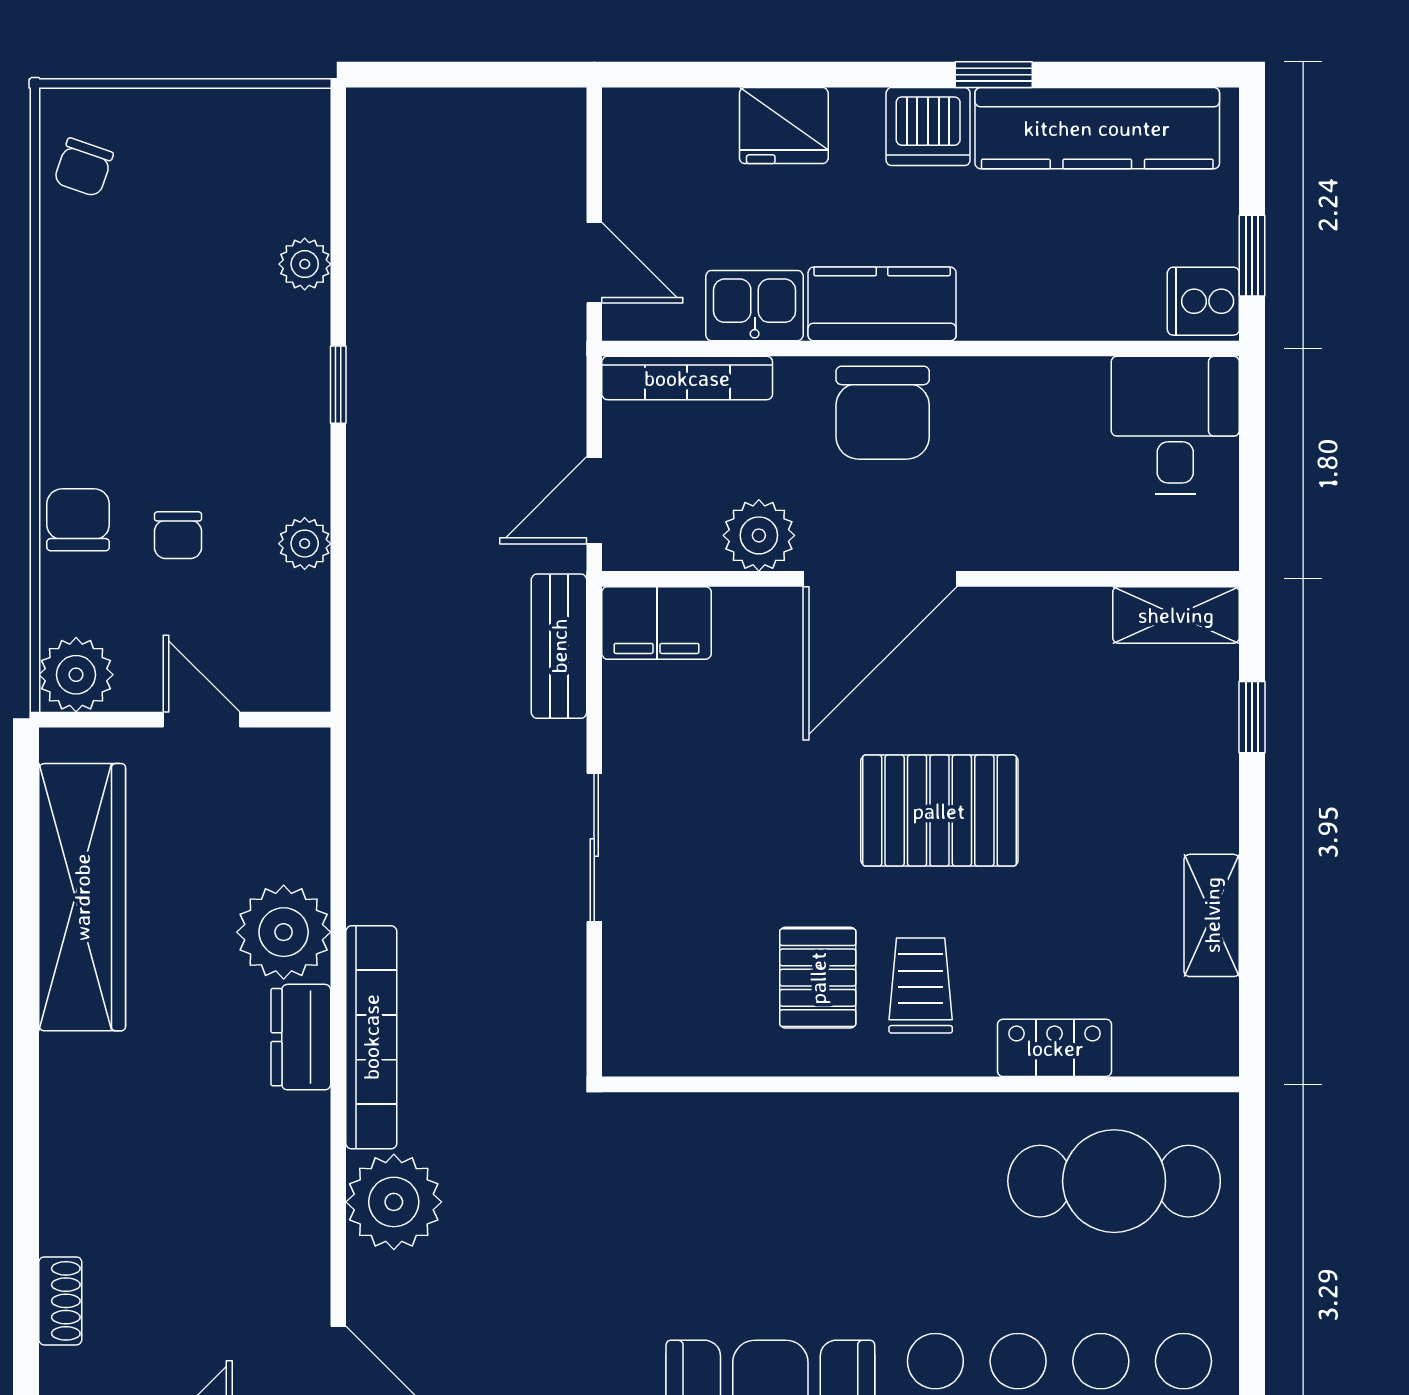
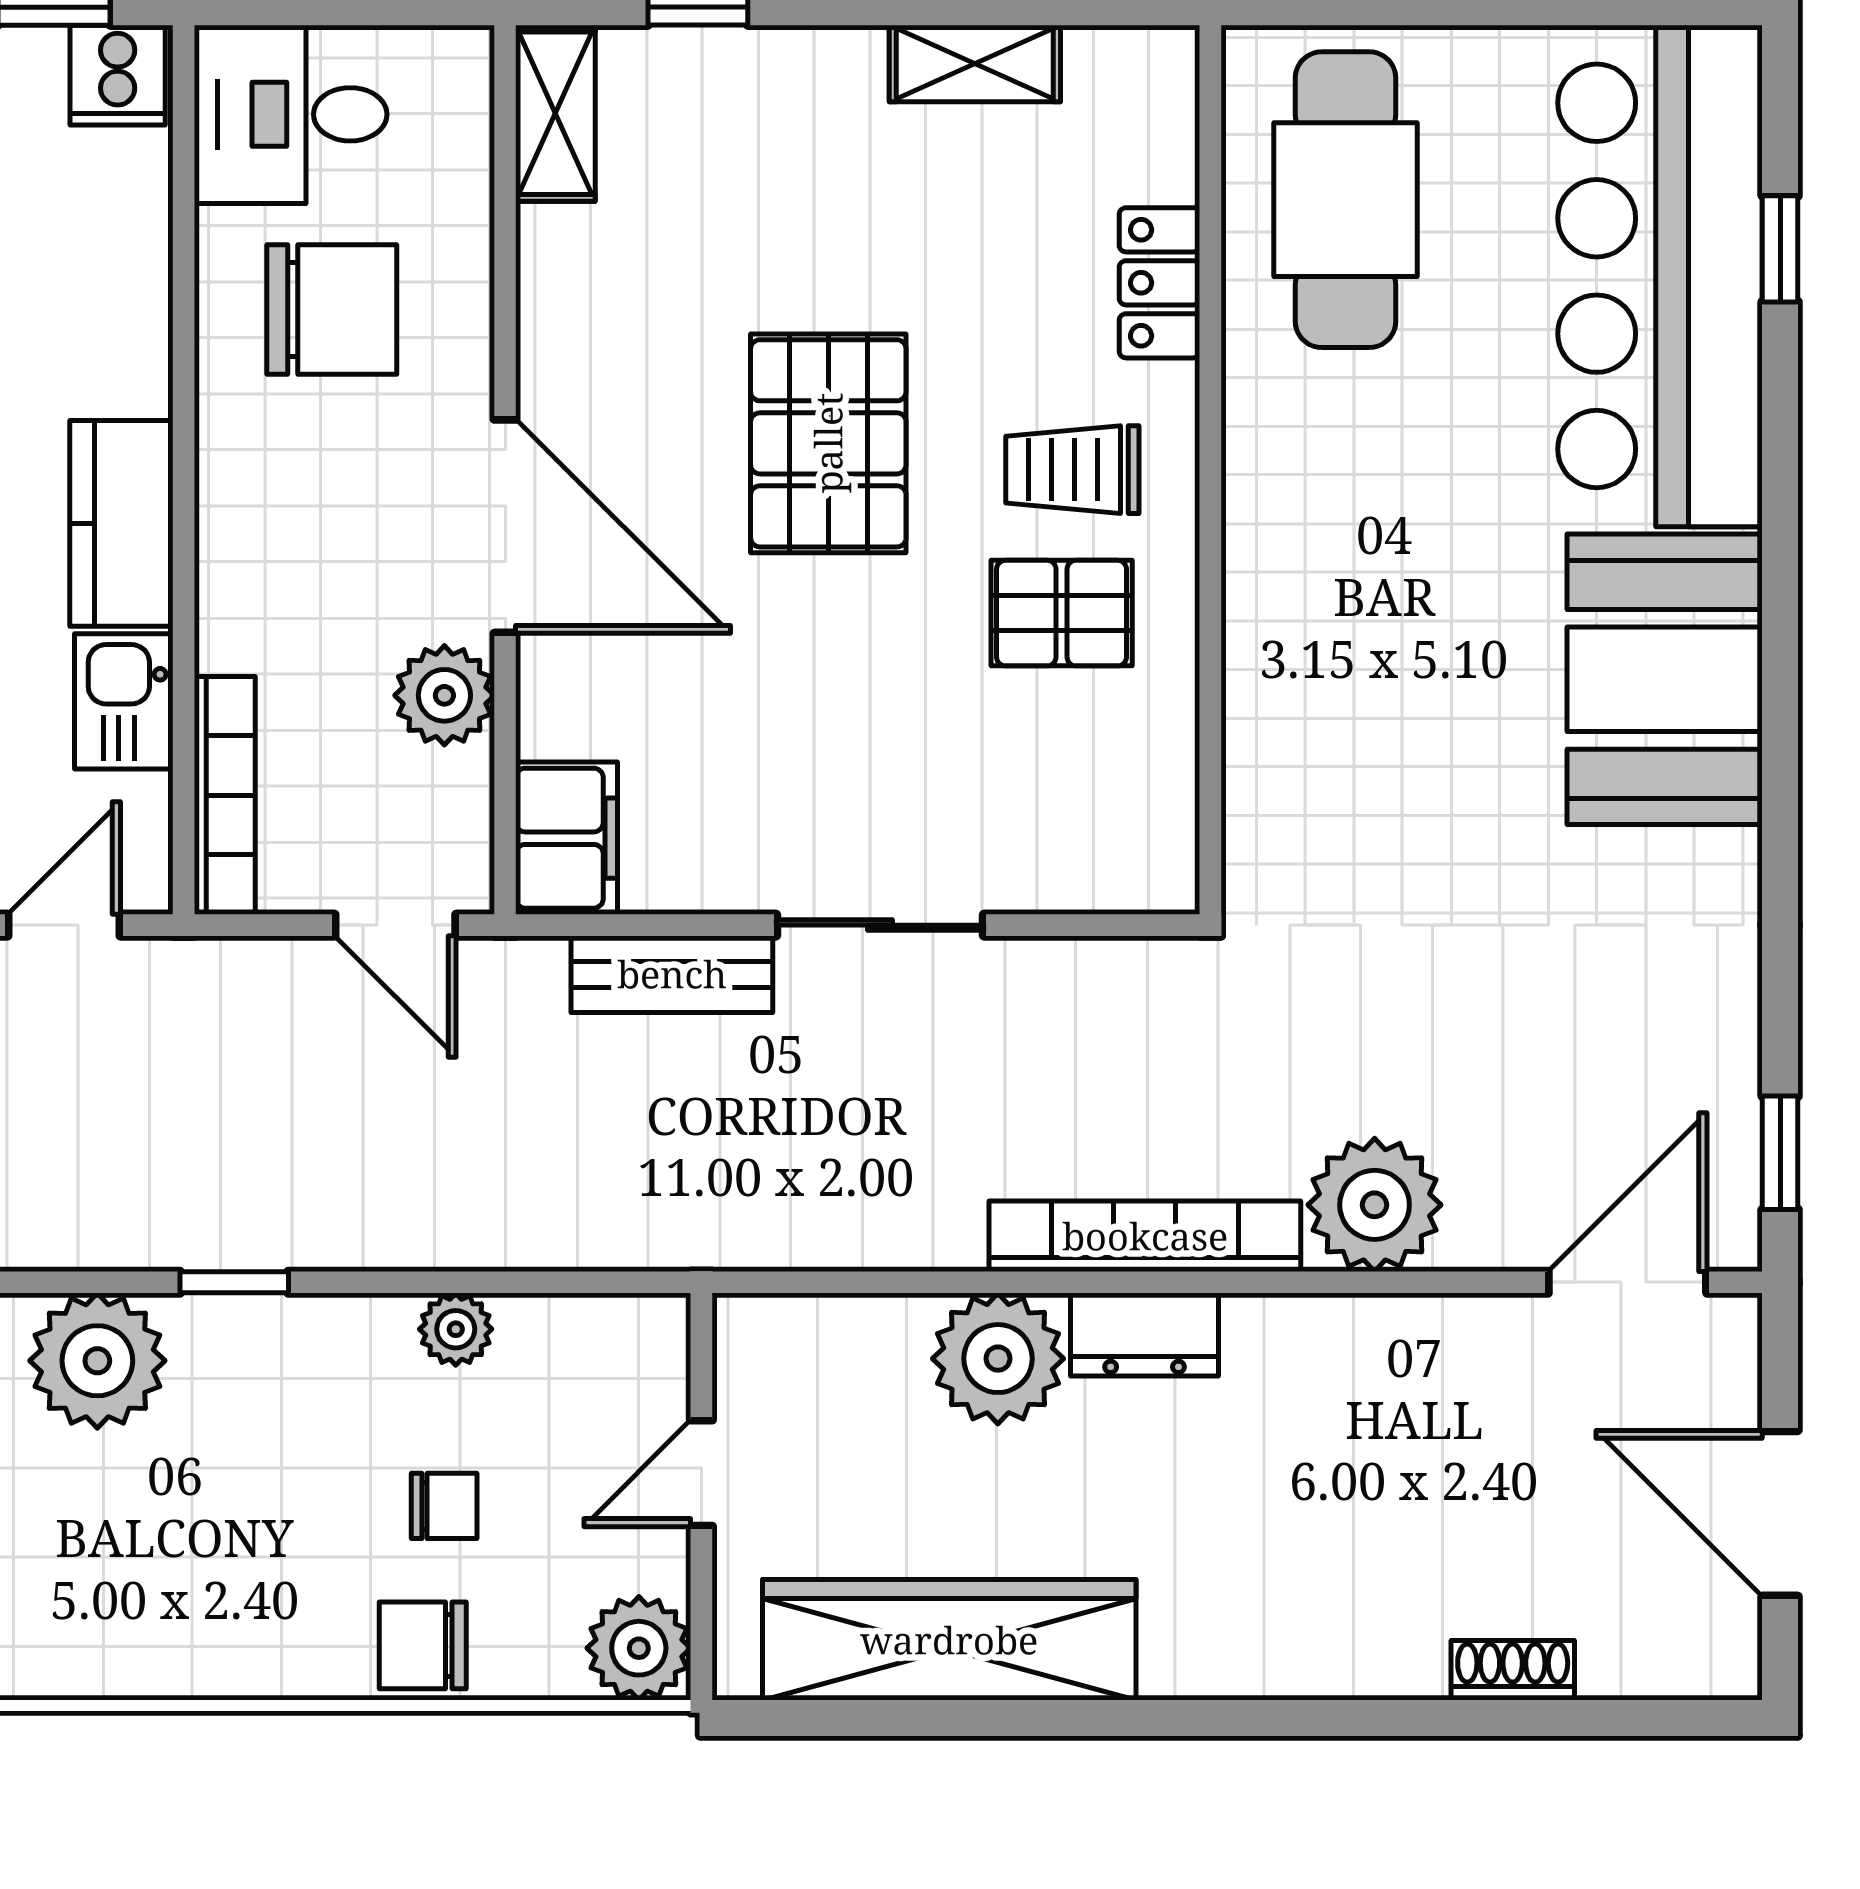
plant: (305, 264) -> (97, 1361), width x1.87, depth x1.87
chair: (883, 413) -> (332, 310), moved
bench: (559, 646) -> (672, 974), moved

